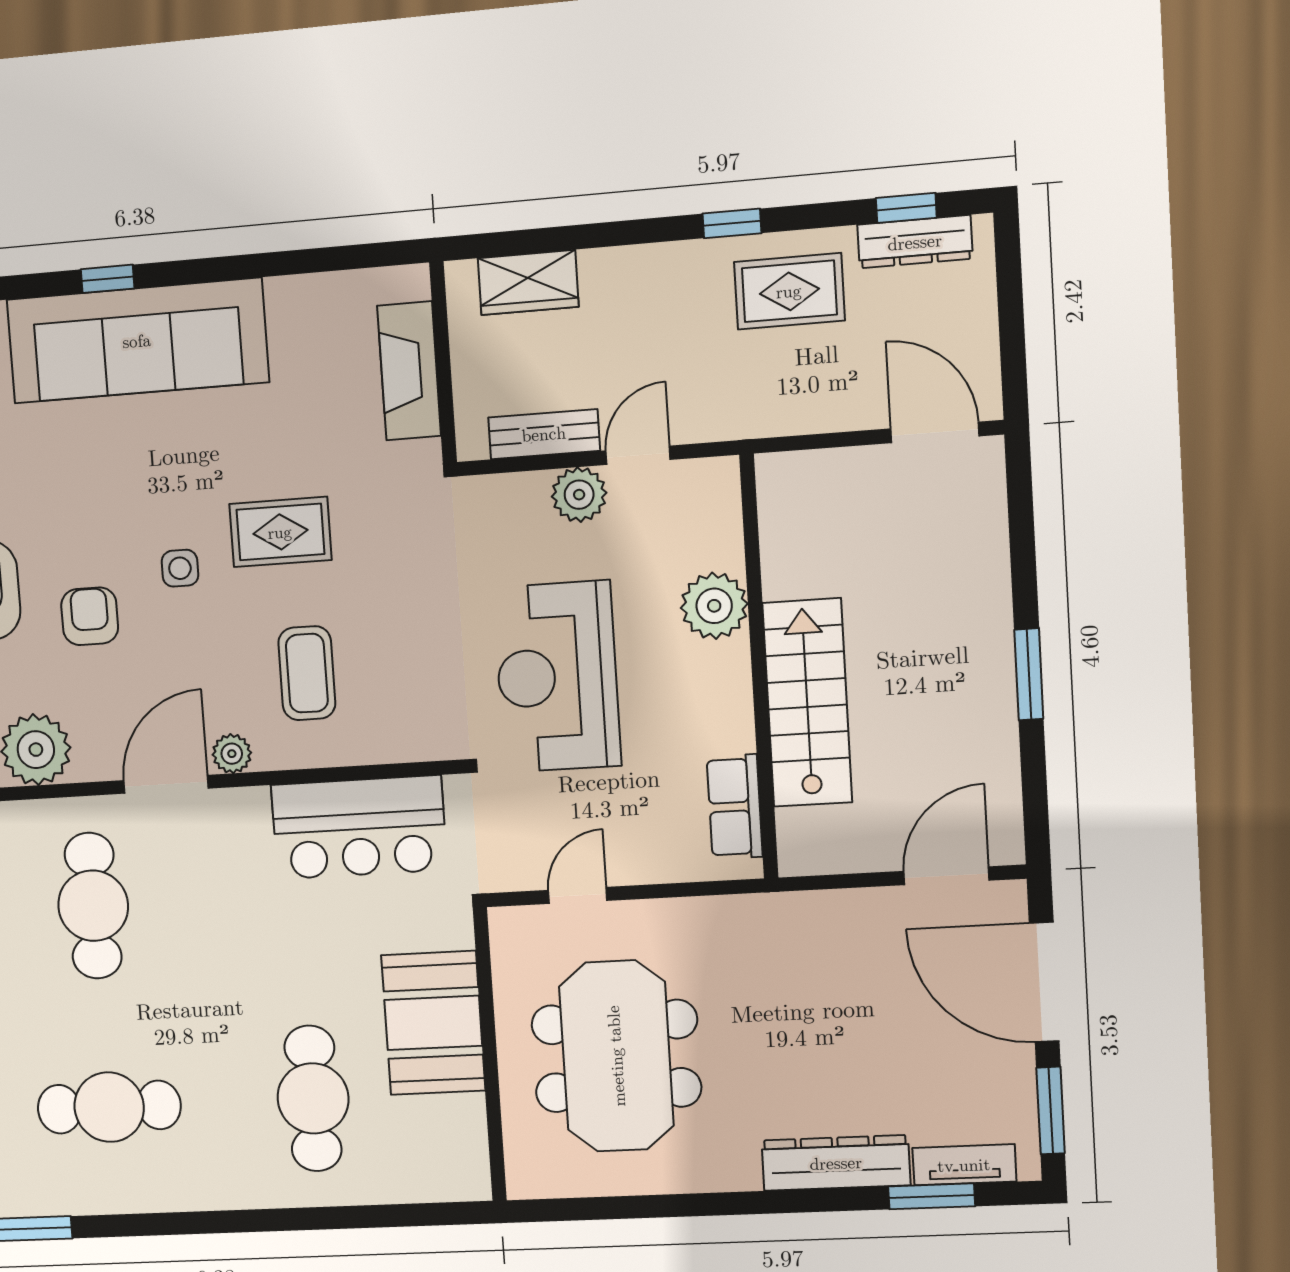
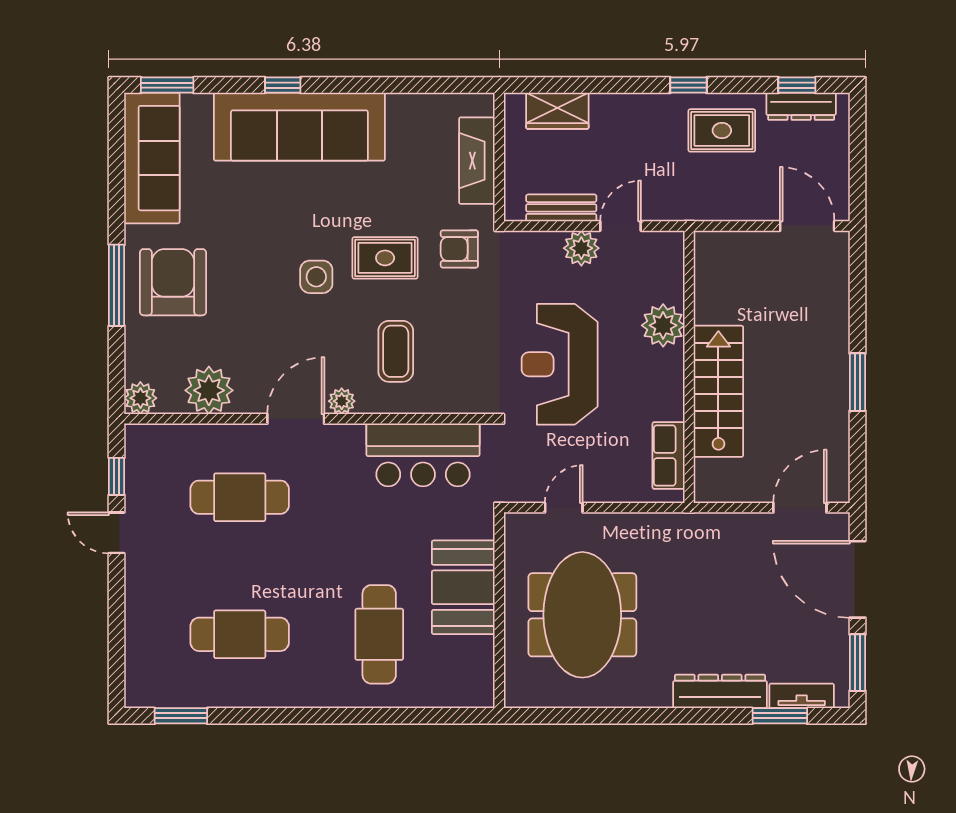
side table: (180, 568) -> (316, 277), width x1.37, depth x1.37
armchair: (90, 616) -> (459, 249), moved, turned -90
cafe table: (93, 906) -> (240, 497), turned 90

